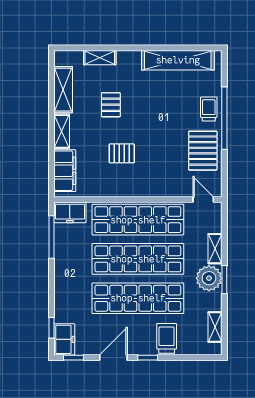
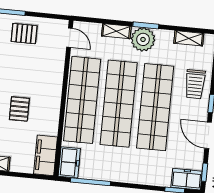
pallet: (203, 151) -> (24, 34), width x0.67, depth x0.71
filing cabinet: (65, 171) -> (46, 155), moved, turned -90
door: (203, 200) -> (70, 38), swing flipped
trolley: (167, 338) -> (195, 84), turned -90

